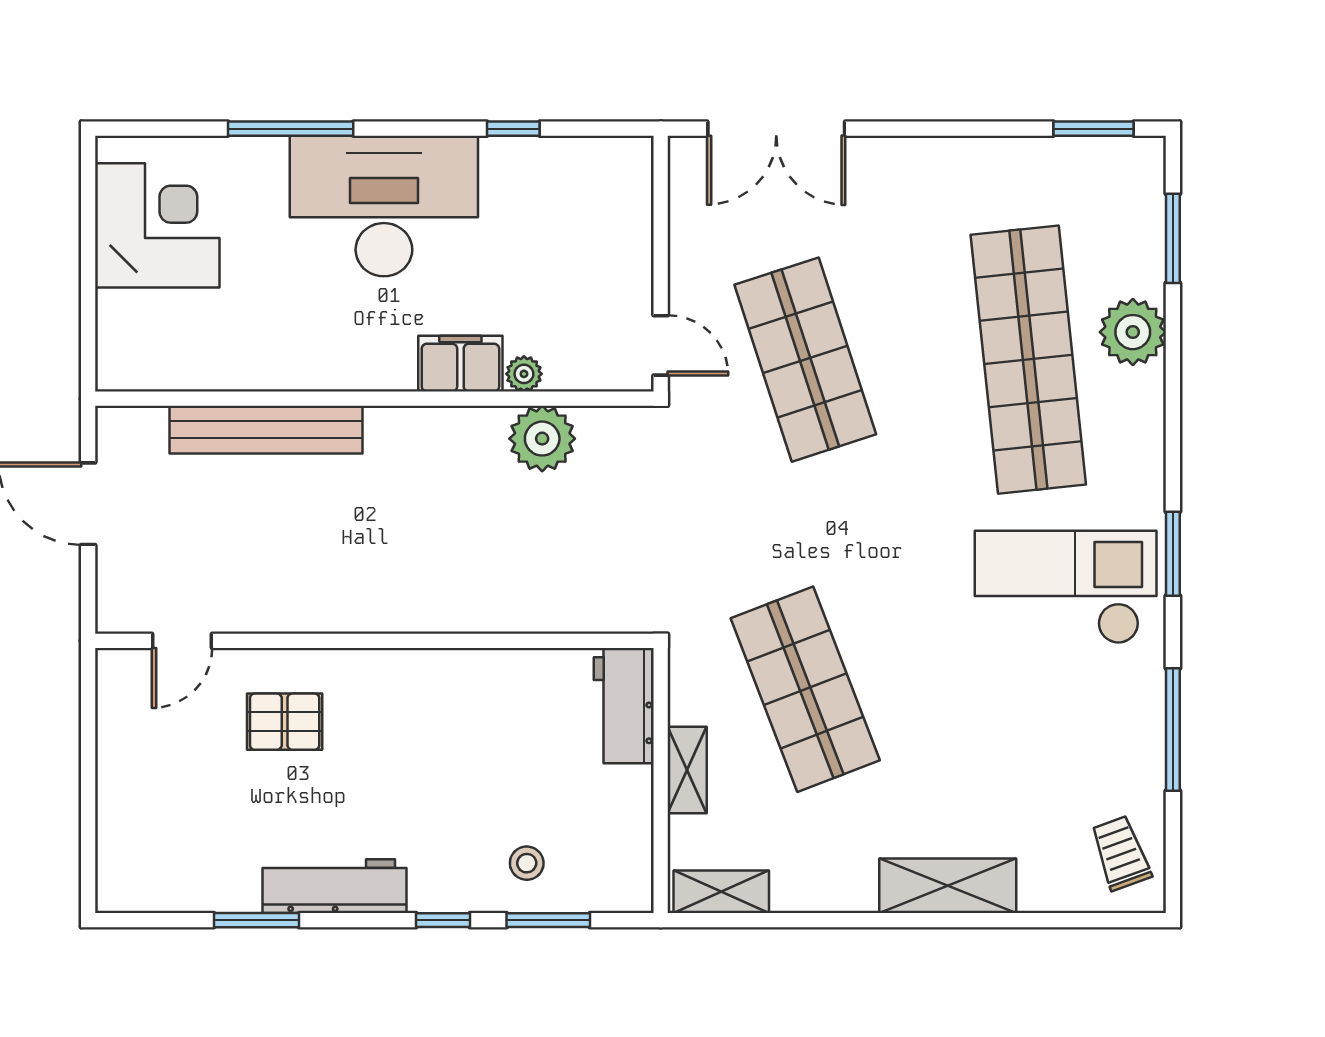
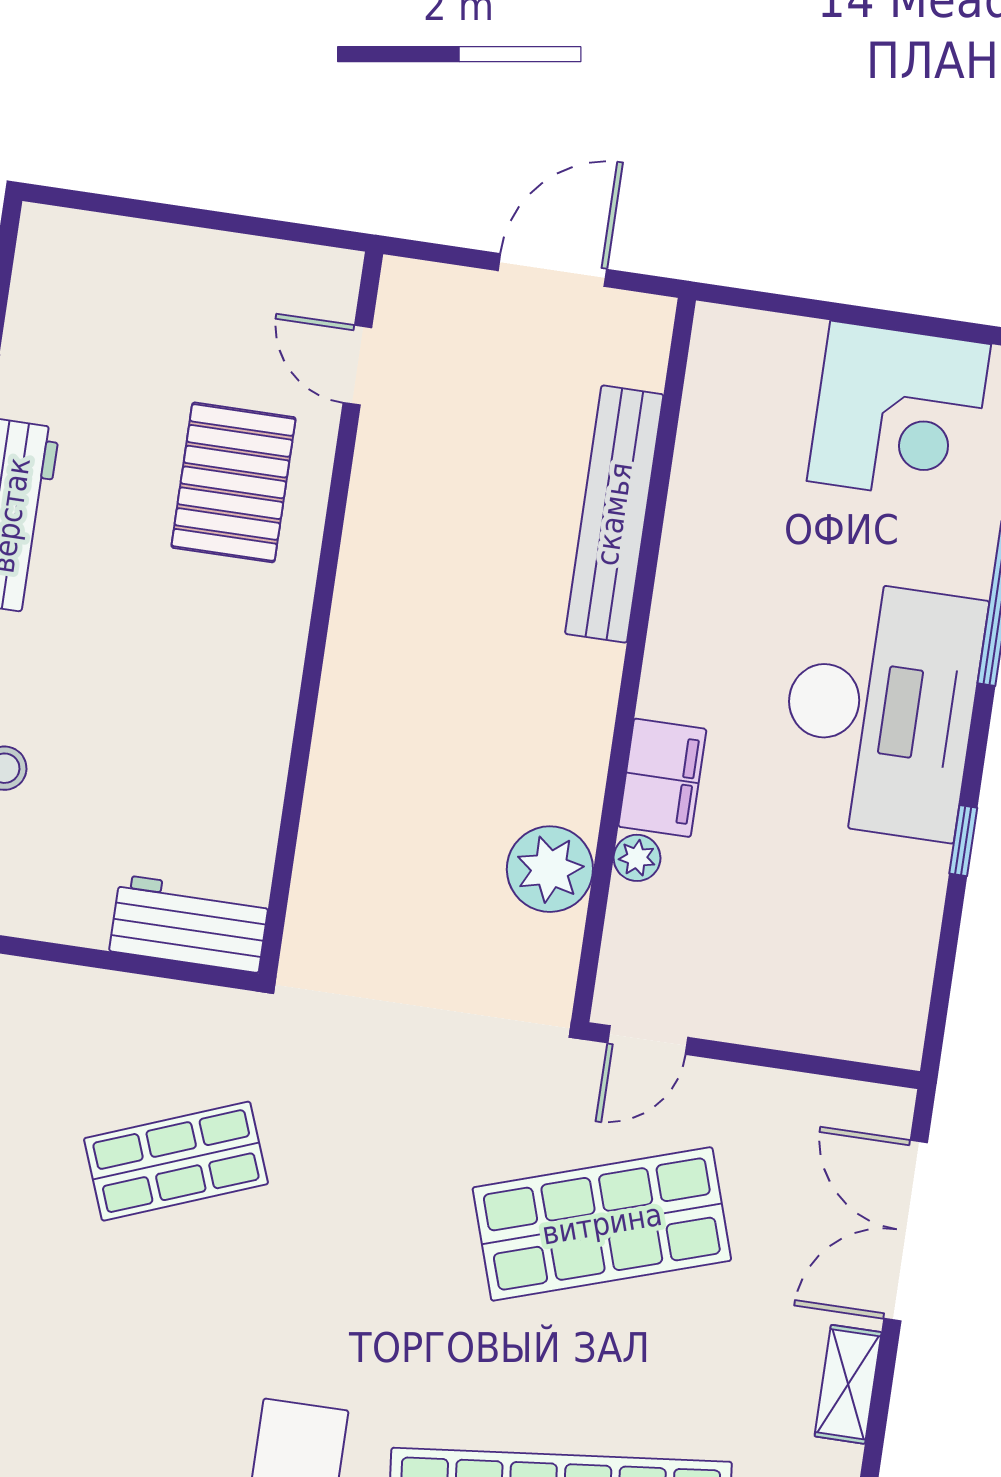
window: (513, 129) -> (963, 841), moved
shop shelf: (805, 689) -> (176, 1161), width x0.70, depth x0.74
pallet: (285, 722) -> (233, 482), width x1.50, depth x1.42
shelving: (687, 770) -> (848, 1384), moved, turned 90

